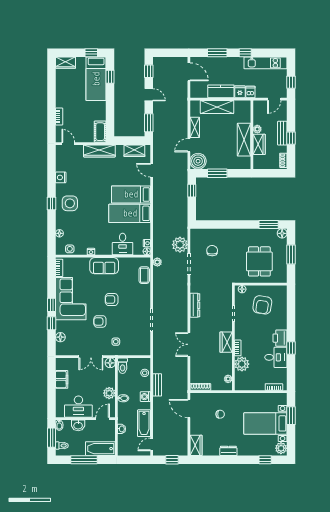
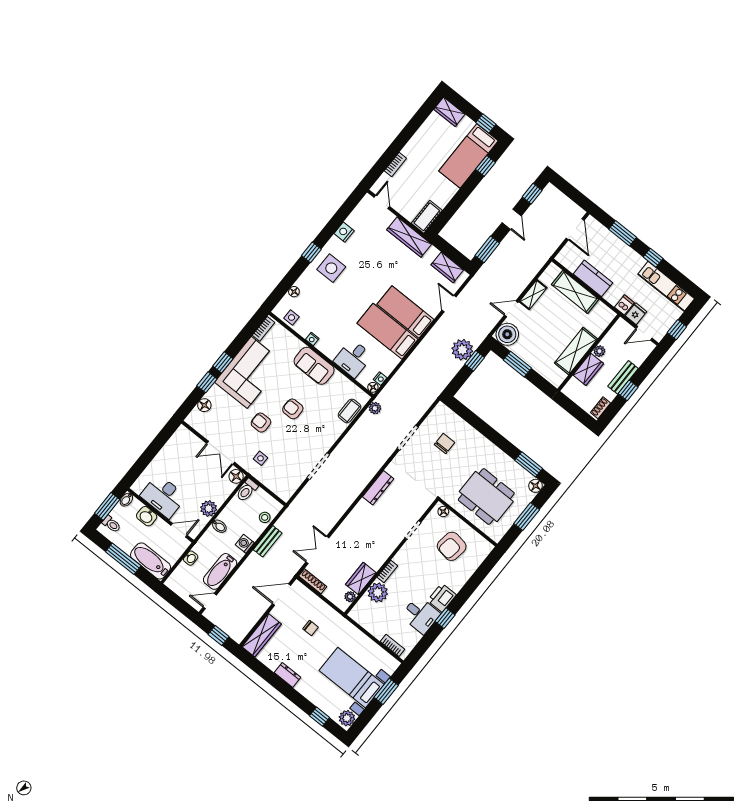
fridge: (240, 92) -> (636, 314), moved
plant: (180, 245) -> (462, 350), moved
dining table: (259, 261) -> (486, 497), width x1.38
wardrobe: (226, 342) -> (361, 579), moved
double door: (189, 344) -> (317, 550), moved
filing cabinet: (62, 379) -> (169, 452), removed
door: (189, 408) -> (282, 595), hinge flipped
wardrobe: (196, 445) -> (262, 635), width x1.50

